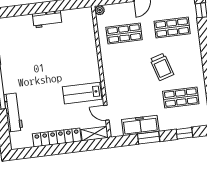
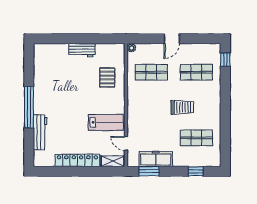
pallet: (78, 45) -> (107, 77), added
trolley: (162, 67) -> (182, 107), turned -73
lab bench: (82, 93) -> (106, 122), turned 180
window: (149, 138) -> (149, 171), moved

